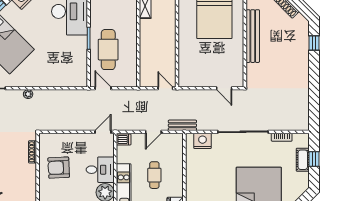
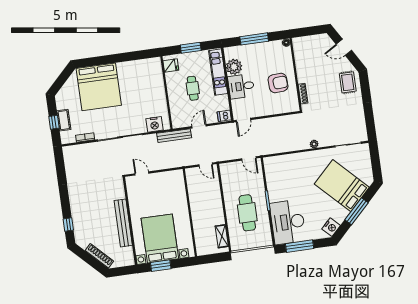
cafe table: (108, 50) -> (247, 213), moved
door: (165, 88) -> (206, 165), moved
bench: (182, 125) -> (174, 136), width x1.36

